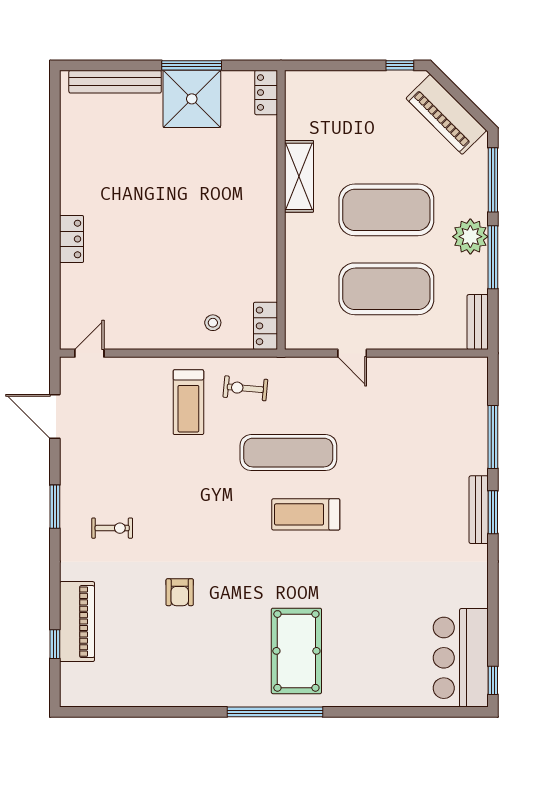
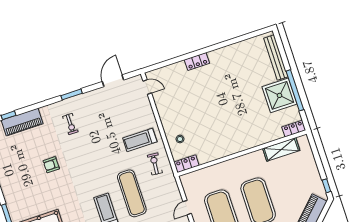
window: (192, 65) -> (295, 90), width x1.46
shelving: (299, 176) -> (281, 149), moved

